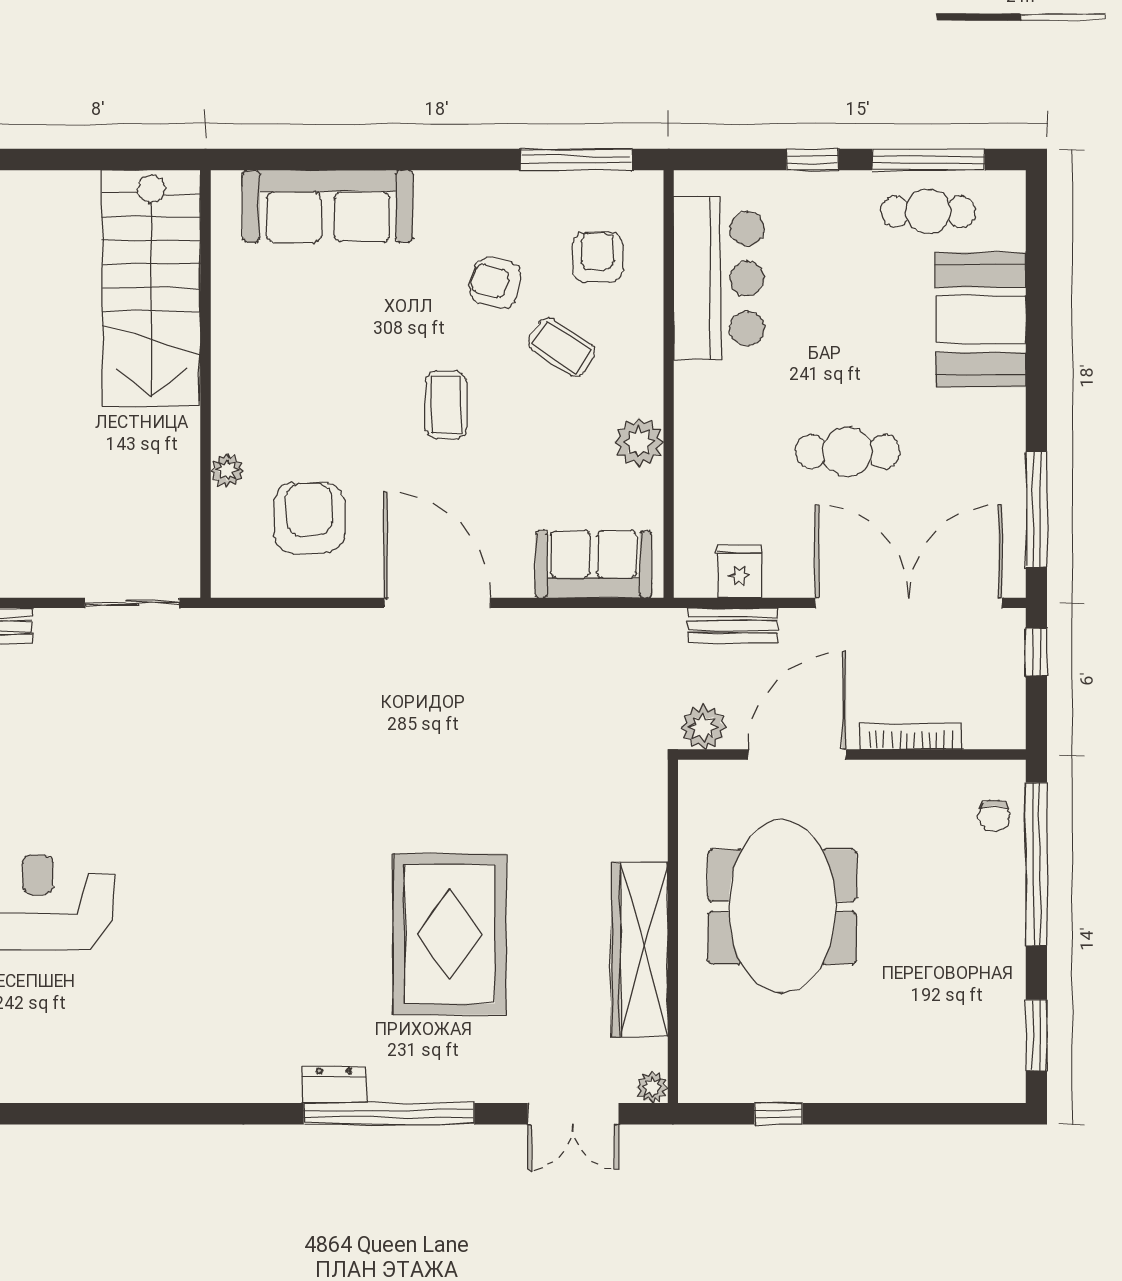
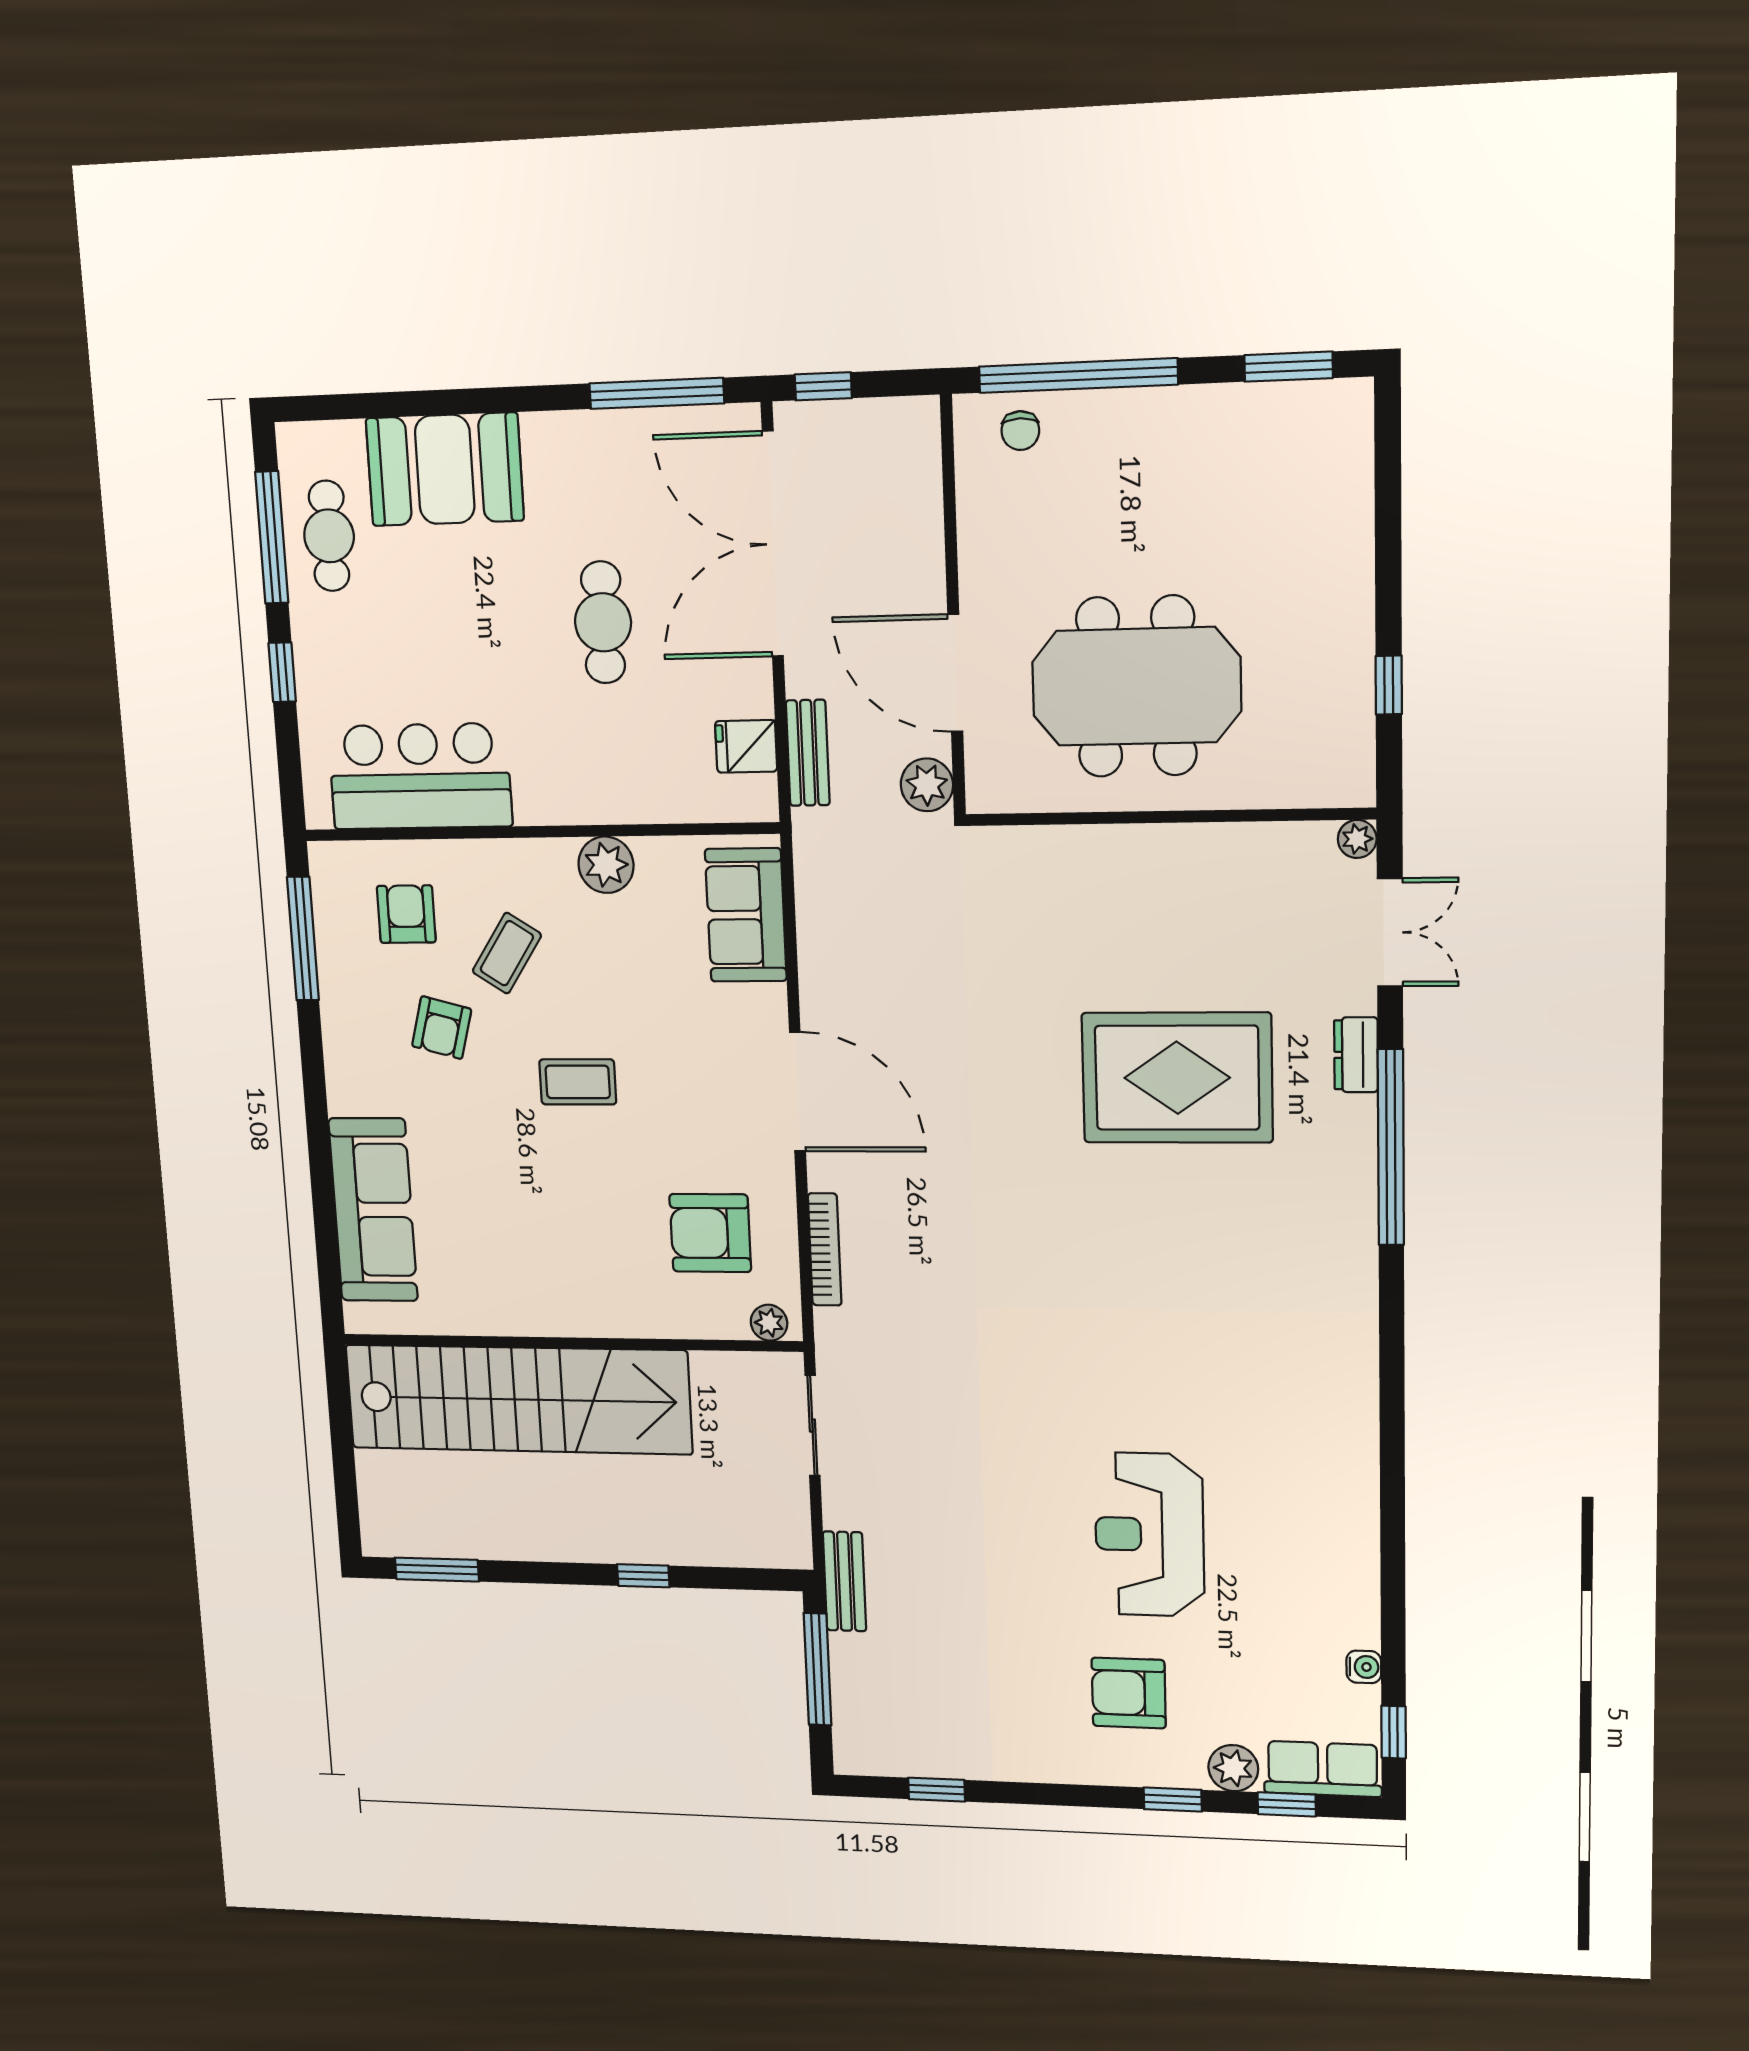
armchair: (597, 257) -> (406, 914), turned 90
stairs: (151, 288) -> (518, 1399), width x1.36
plant: (227, 470) -> (769, 1323), moved
door: (437, 603) -> (797, 1092), swing flipped
bookcase: (911, 736) -> (825, 1250), moved, turned 180
chair: (994, 815) -> (1020, 431), turned 90
wardrobe: (640, 949) -> (1191, 856), removed
dresser: (334, 1085) -> (1356, 1055), moved

